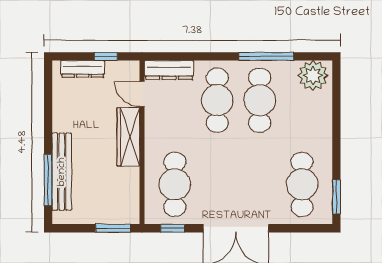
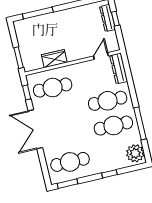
window: (106, 56) -> (115, 19), moved
window: (336, 125) -> (109, 174), added
wardrobe: (128, 137) -> (54, 59), moved, width x0.67
bench: (62, 172) -> (45, 20), removed

